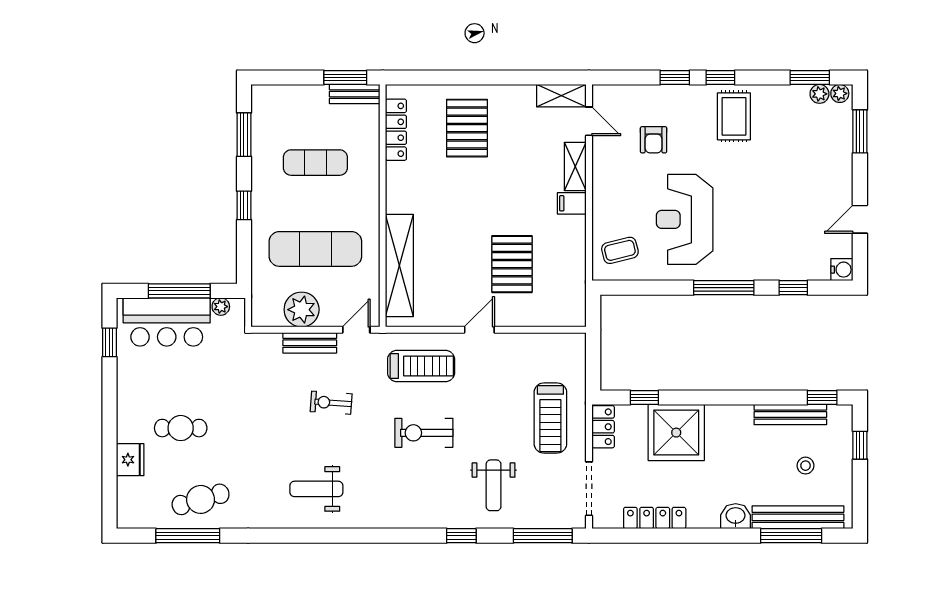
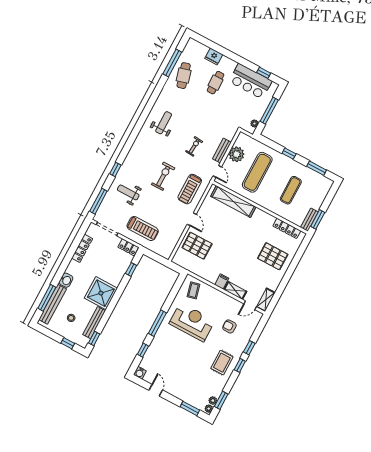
rug: (734, 116) -> (222, 363), turned 90
pallet: (512, 264) -> (197, 246), moved
bar counter: (167, 322) -> (250, 81), moved, turned -90
treadmill: (550, 418) -> (143, 229), turned 180
shower: (676, 433) -> (101, 293), moved

